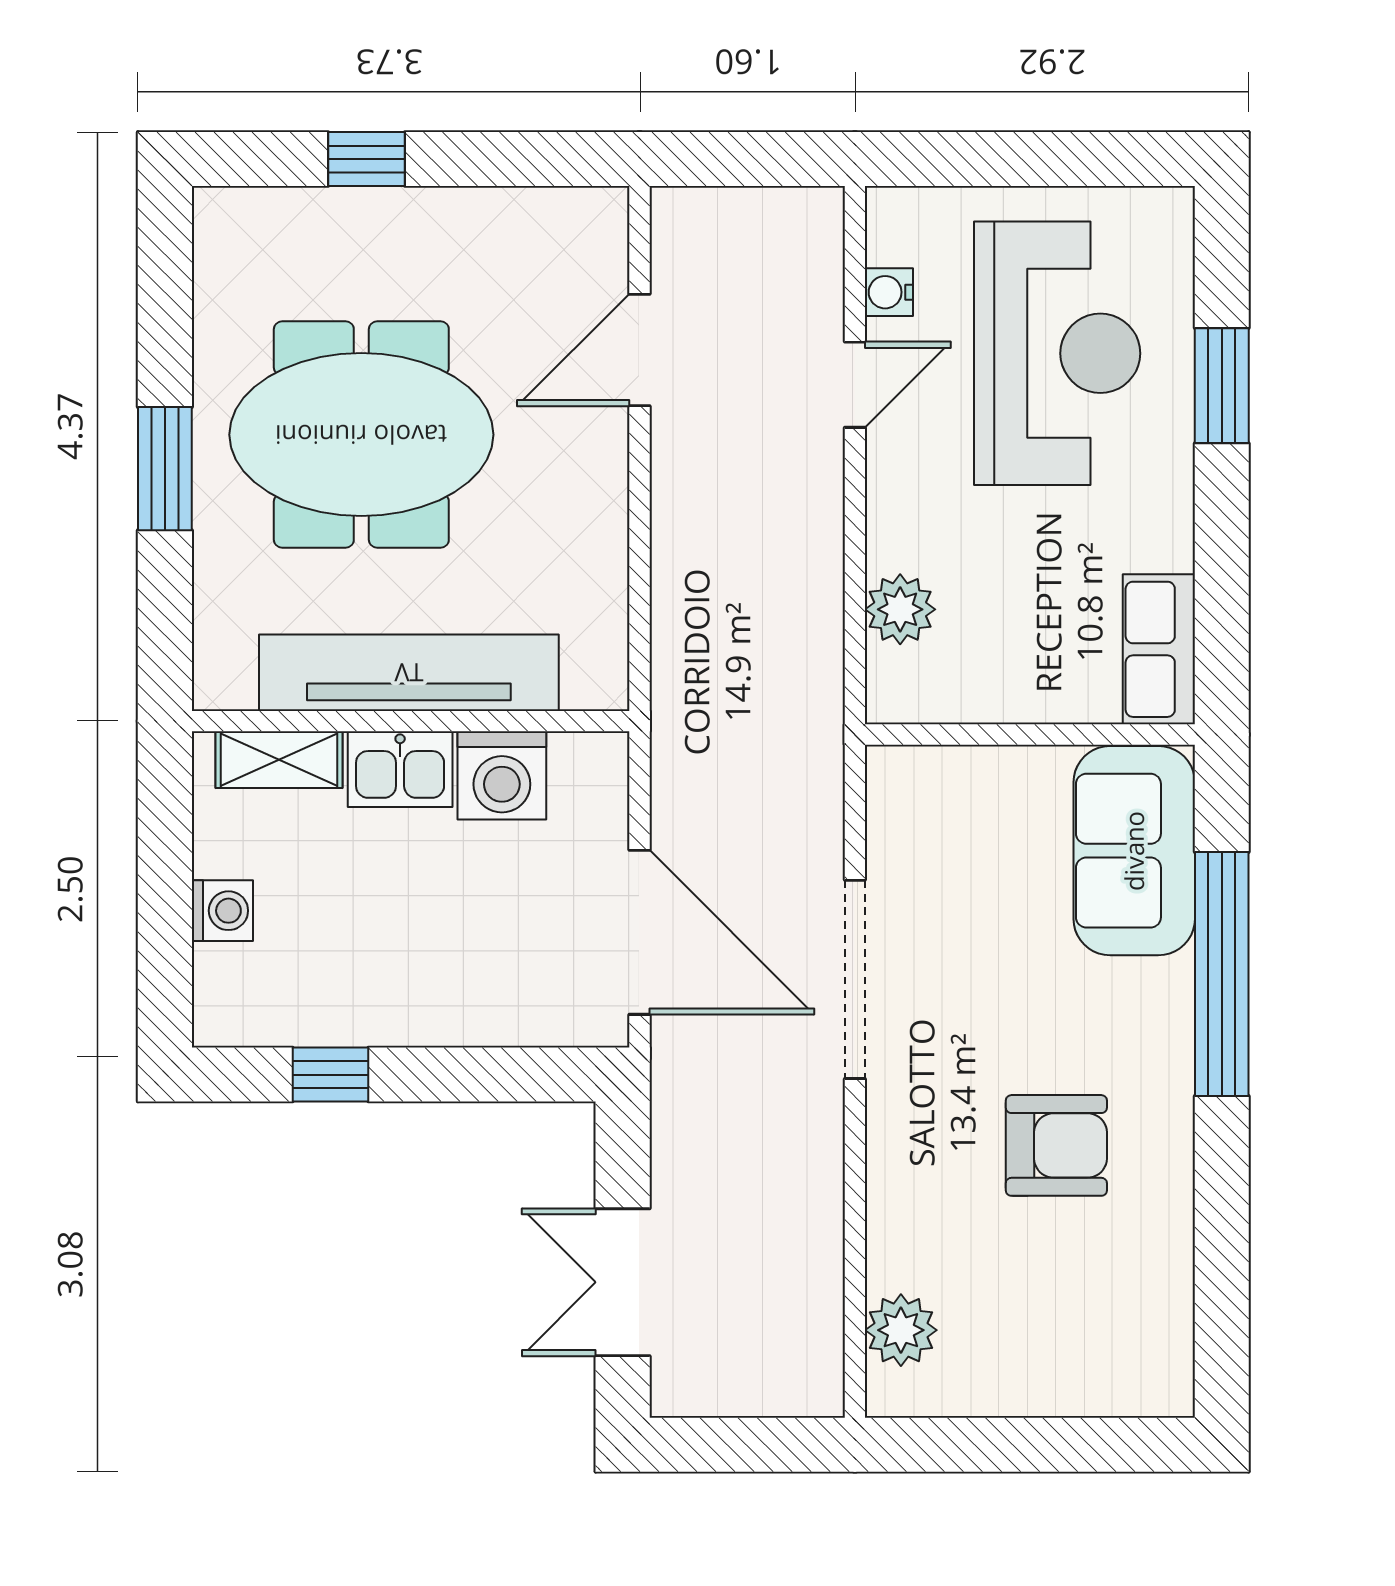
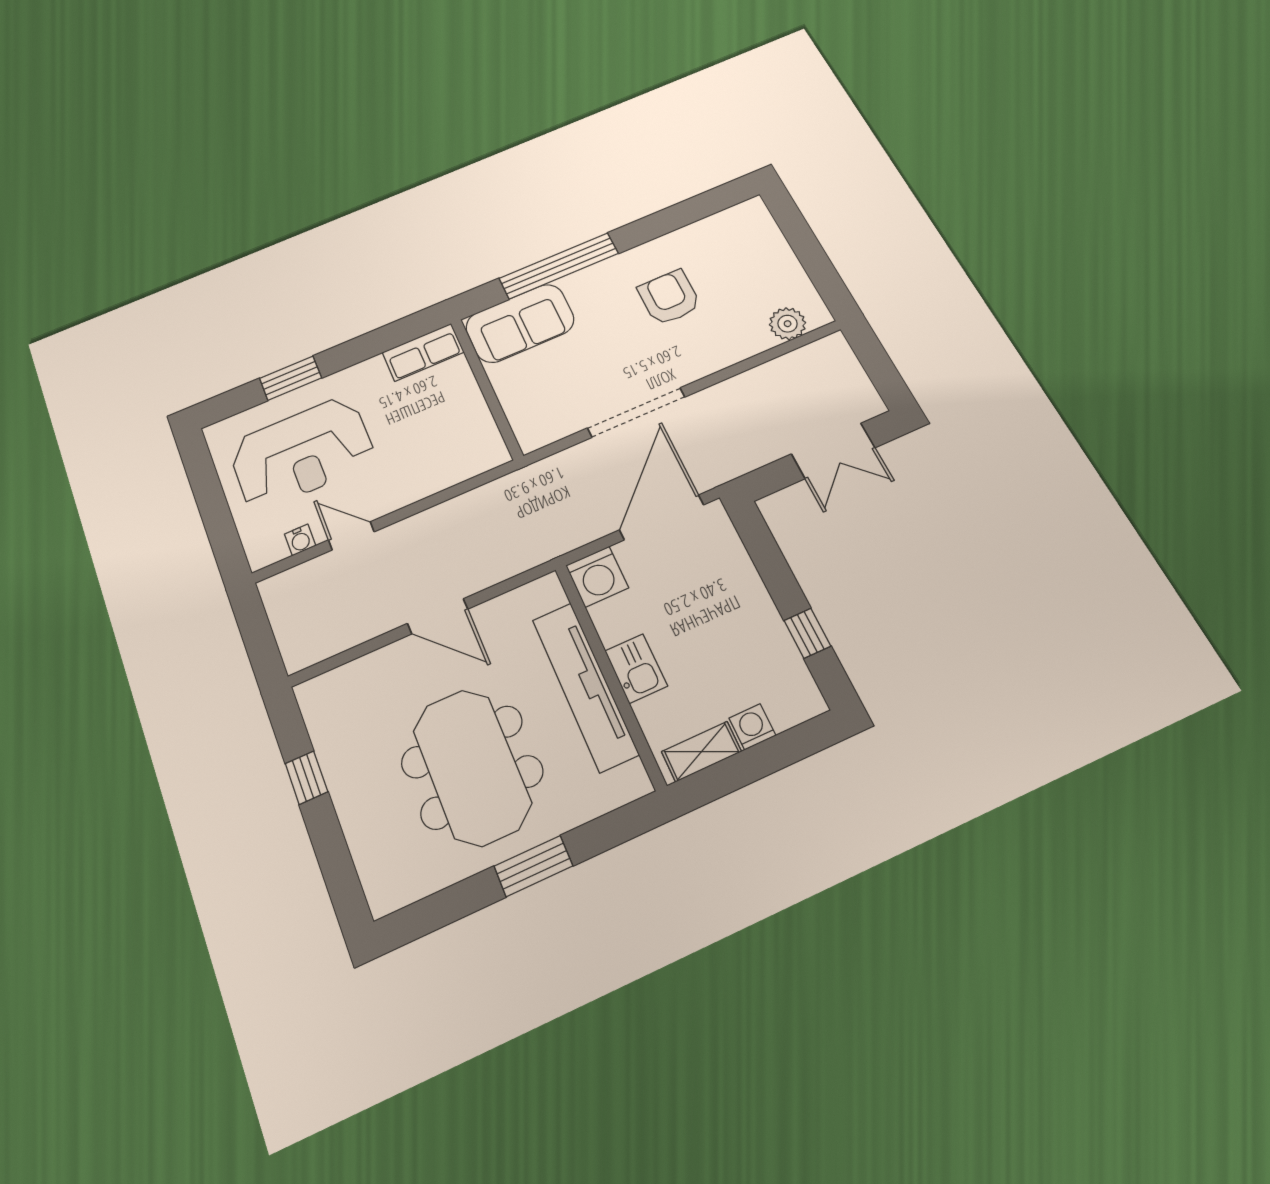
window: (366, 159) -> (306, 778), moved
door: (639, 350) -> (438, 616), moved
reception desk: (1057, 353) -> (302, 453), turned 180
plant: (900, 609) -> (452, 469), removed
shelving: (279, 760) -> (701, 752), moved, turned 90
washing machine: (502, 775) -> (597, 577), moved, turned 90

